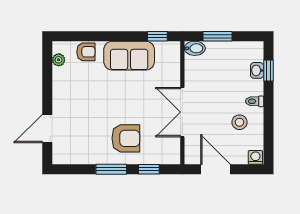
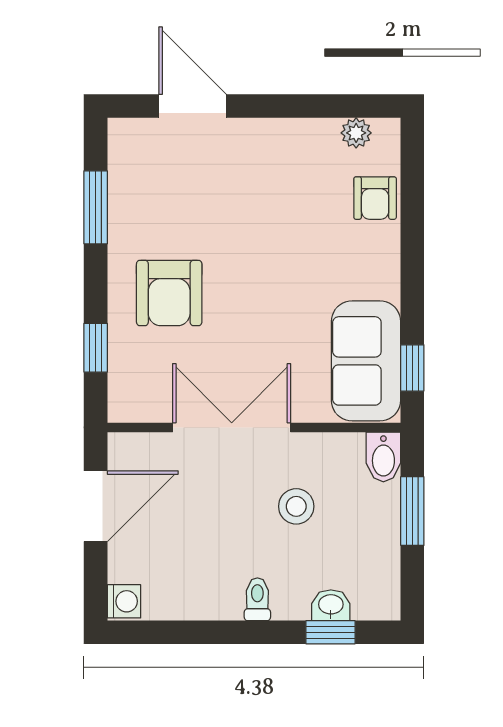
sofa: (129, 56) -> (366, 361), moved
stool: (239, 122) -> (296, 506), moved
window: (111, 169) -> (96, 207), moved

